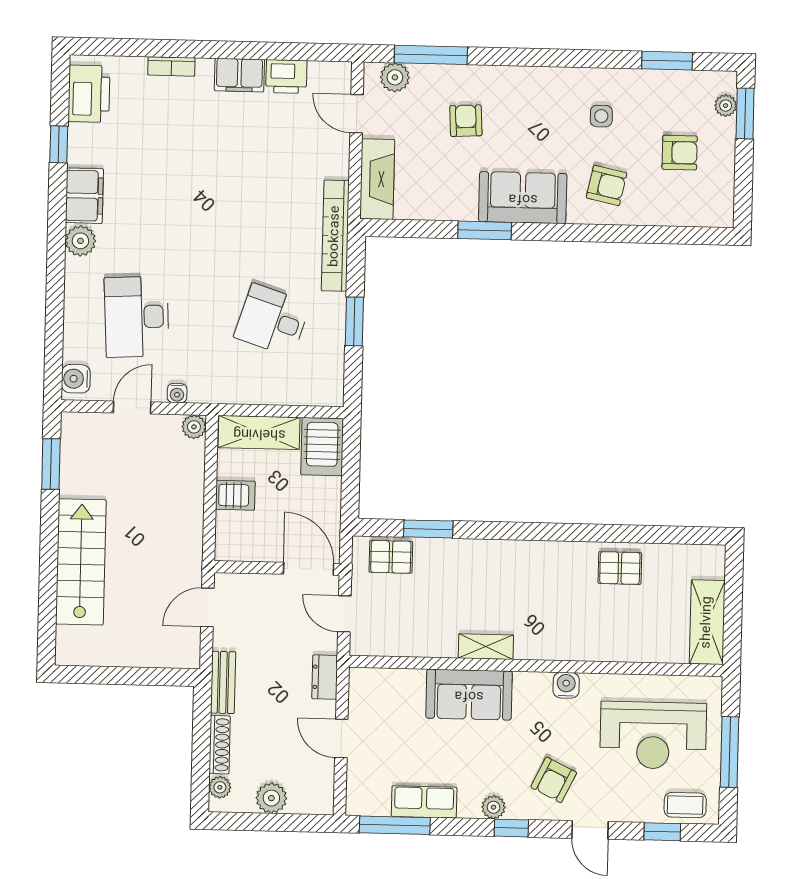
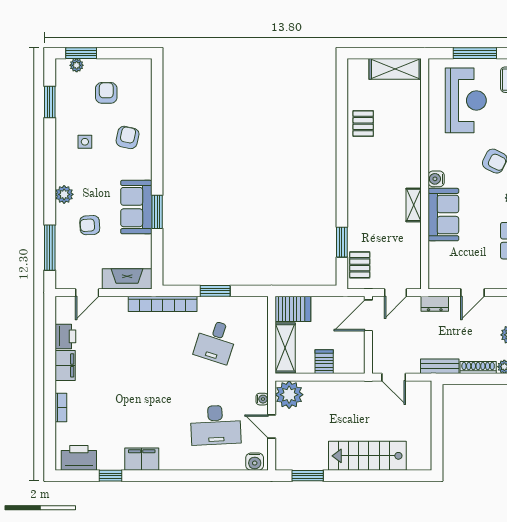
plant: (395, 77) -> (64, 194), moved
sofa: (523, 198) -> (136, 207), moved
plant: (80, 241) -> (170, 461), removed
plant: (194, 427) -> (289, 395), width x1.88, depth x1.88
water cooler: (566, 685) -> (436, 179), moved

